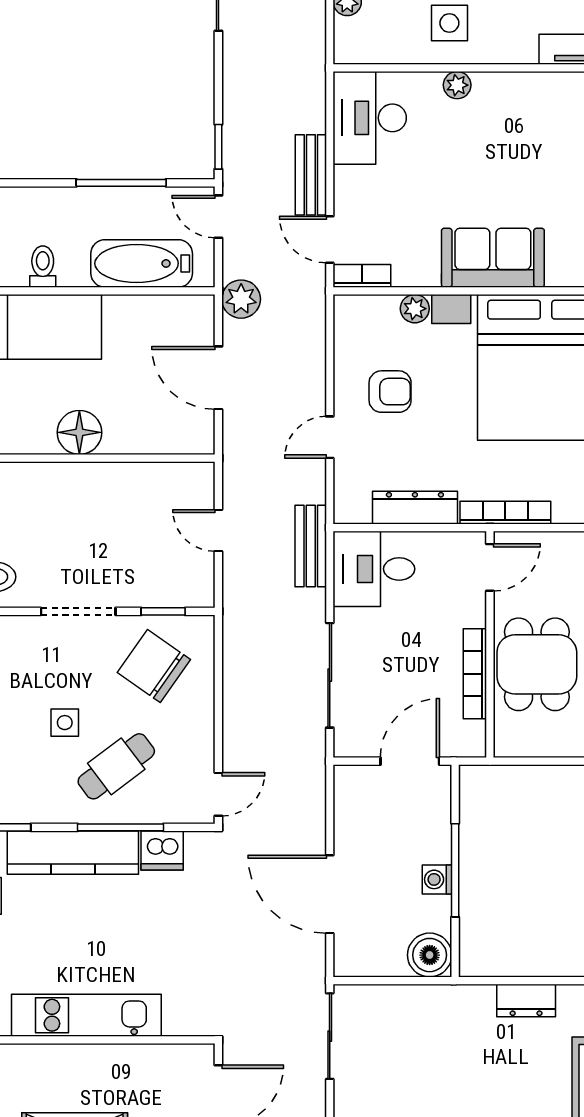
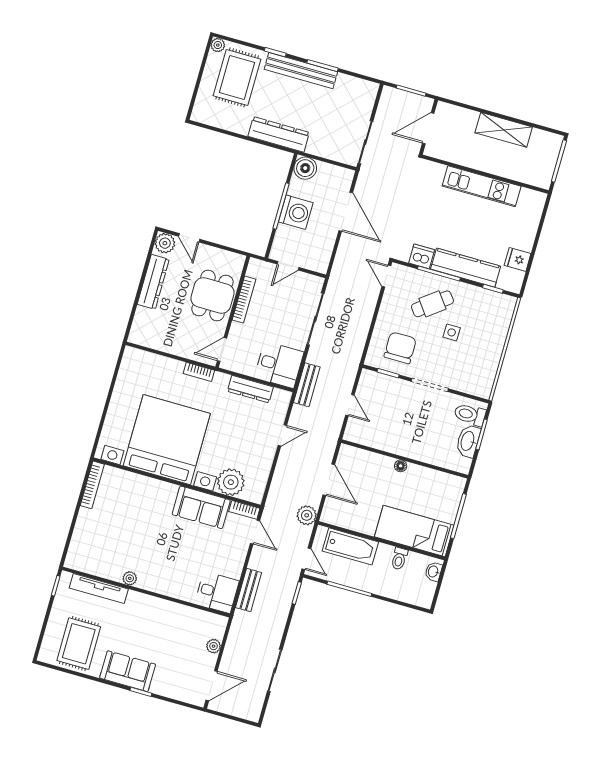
side table: (449, 23) -> (166, 622), removed
plant: (457, 85) -> (130, 578), moved
desk: (370, 118) -> (217, 592), width x0.73
bench: (311, 175) -> (249, 590), moved
sofa: (493, 258) -> (201, 507), moved
plant: (415, 309) -> (231, 482), width x1.87, depth x1.87
armchair: (390, 392) -> (247, 449), removed
floor lamp: (79, 432) -> (401, 466), width x0.53, depth x0.53
bookcase: (505, 513) -> (199, 372), width x0.64
chair: (154, 666) -> (400, 348), turned -125
door: (410, 761) -> (288, 266), width x0.73
door: (218, 794) -> (386, 276), hinge flipped
washing machine: (437, 879) -> (296, 212), width x1.89, depth x1.89
dresser: (526, 1000) -> (279, 134), width x1.96, depth x1.24

